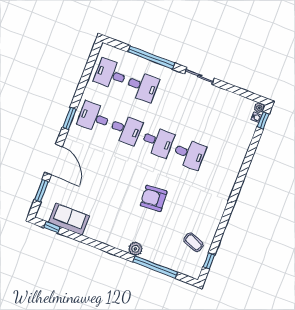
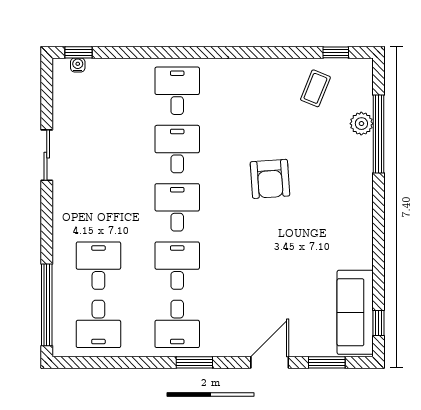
window: (151, 57) -> (47, 305), moved
sliding door: (199, 76) -> (47, 155), moved
plant: (259, 108) -> (61, 66), removed
door: (53, 160) -> (270, 362), width x0.73
desk: (221, 166) -> (177, 91), added
sofa: (69, 219) -> (355, 312), width x1.36
plant: (135, 249) -> (361, 124), moved

